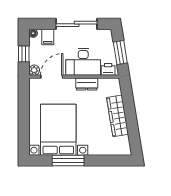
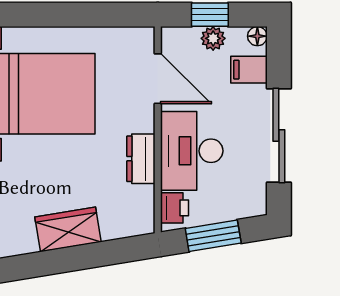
plant: (34, 70) -> (213, 38), moved
wardrobe: (118, 116) -> (68, 229), width x0.67

